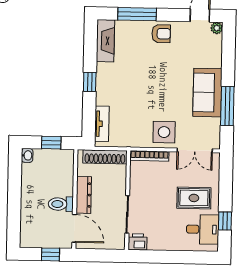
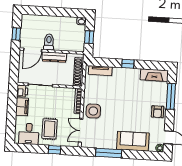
sofa: (207, 93) -> (133, 141), moved
window: (225, 221) -> (55, 150), moved
filing cabinet: (162, 241) -> (22, 107), added

